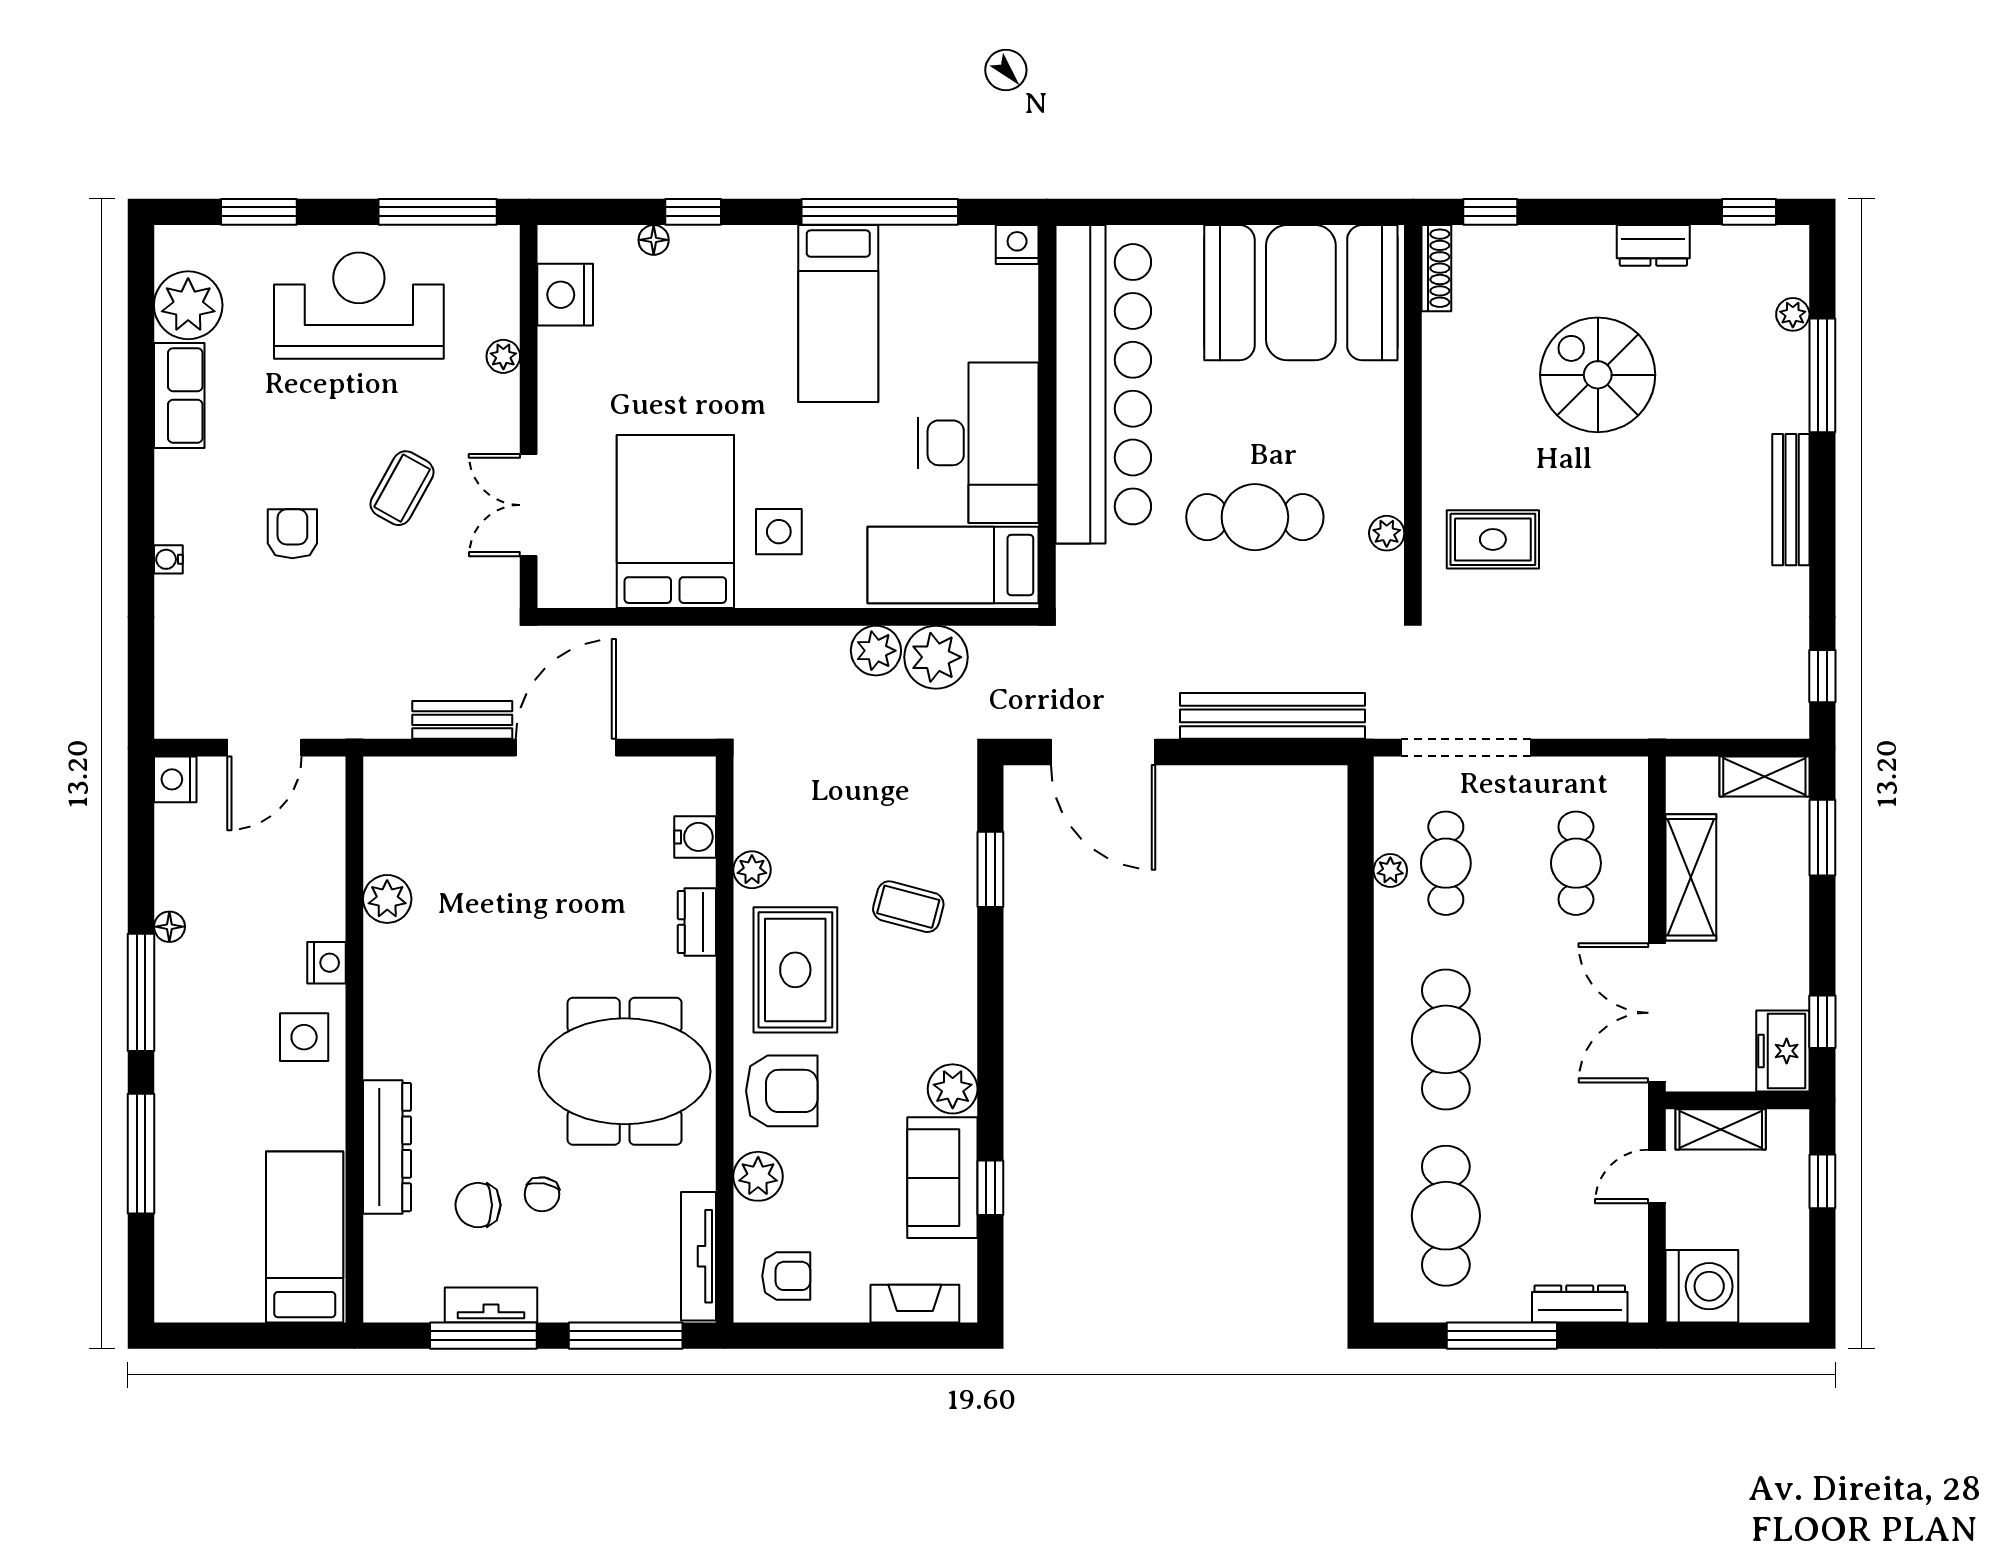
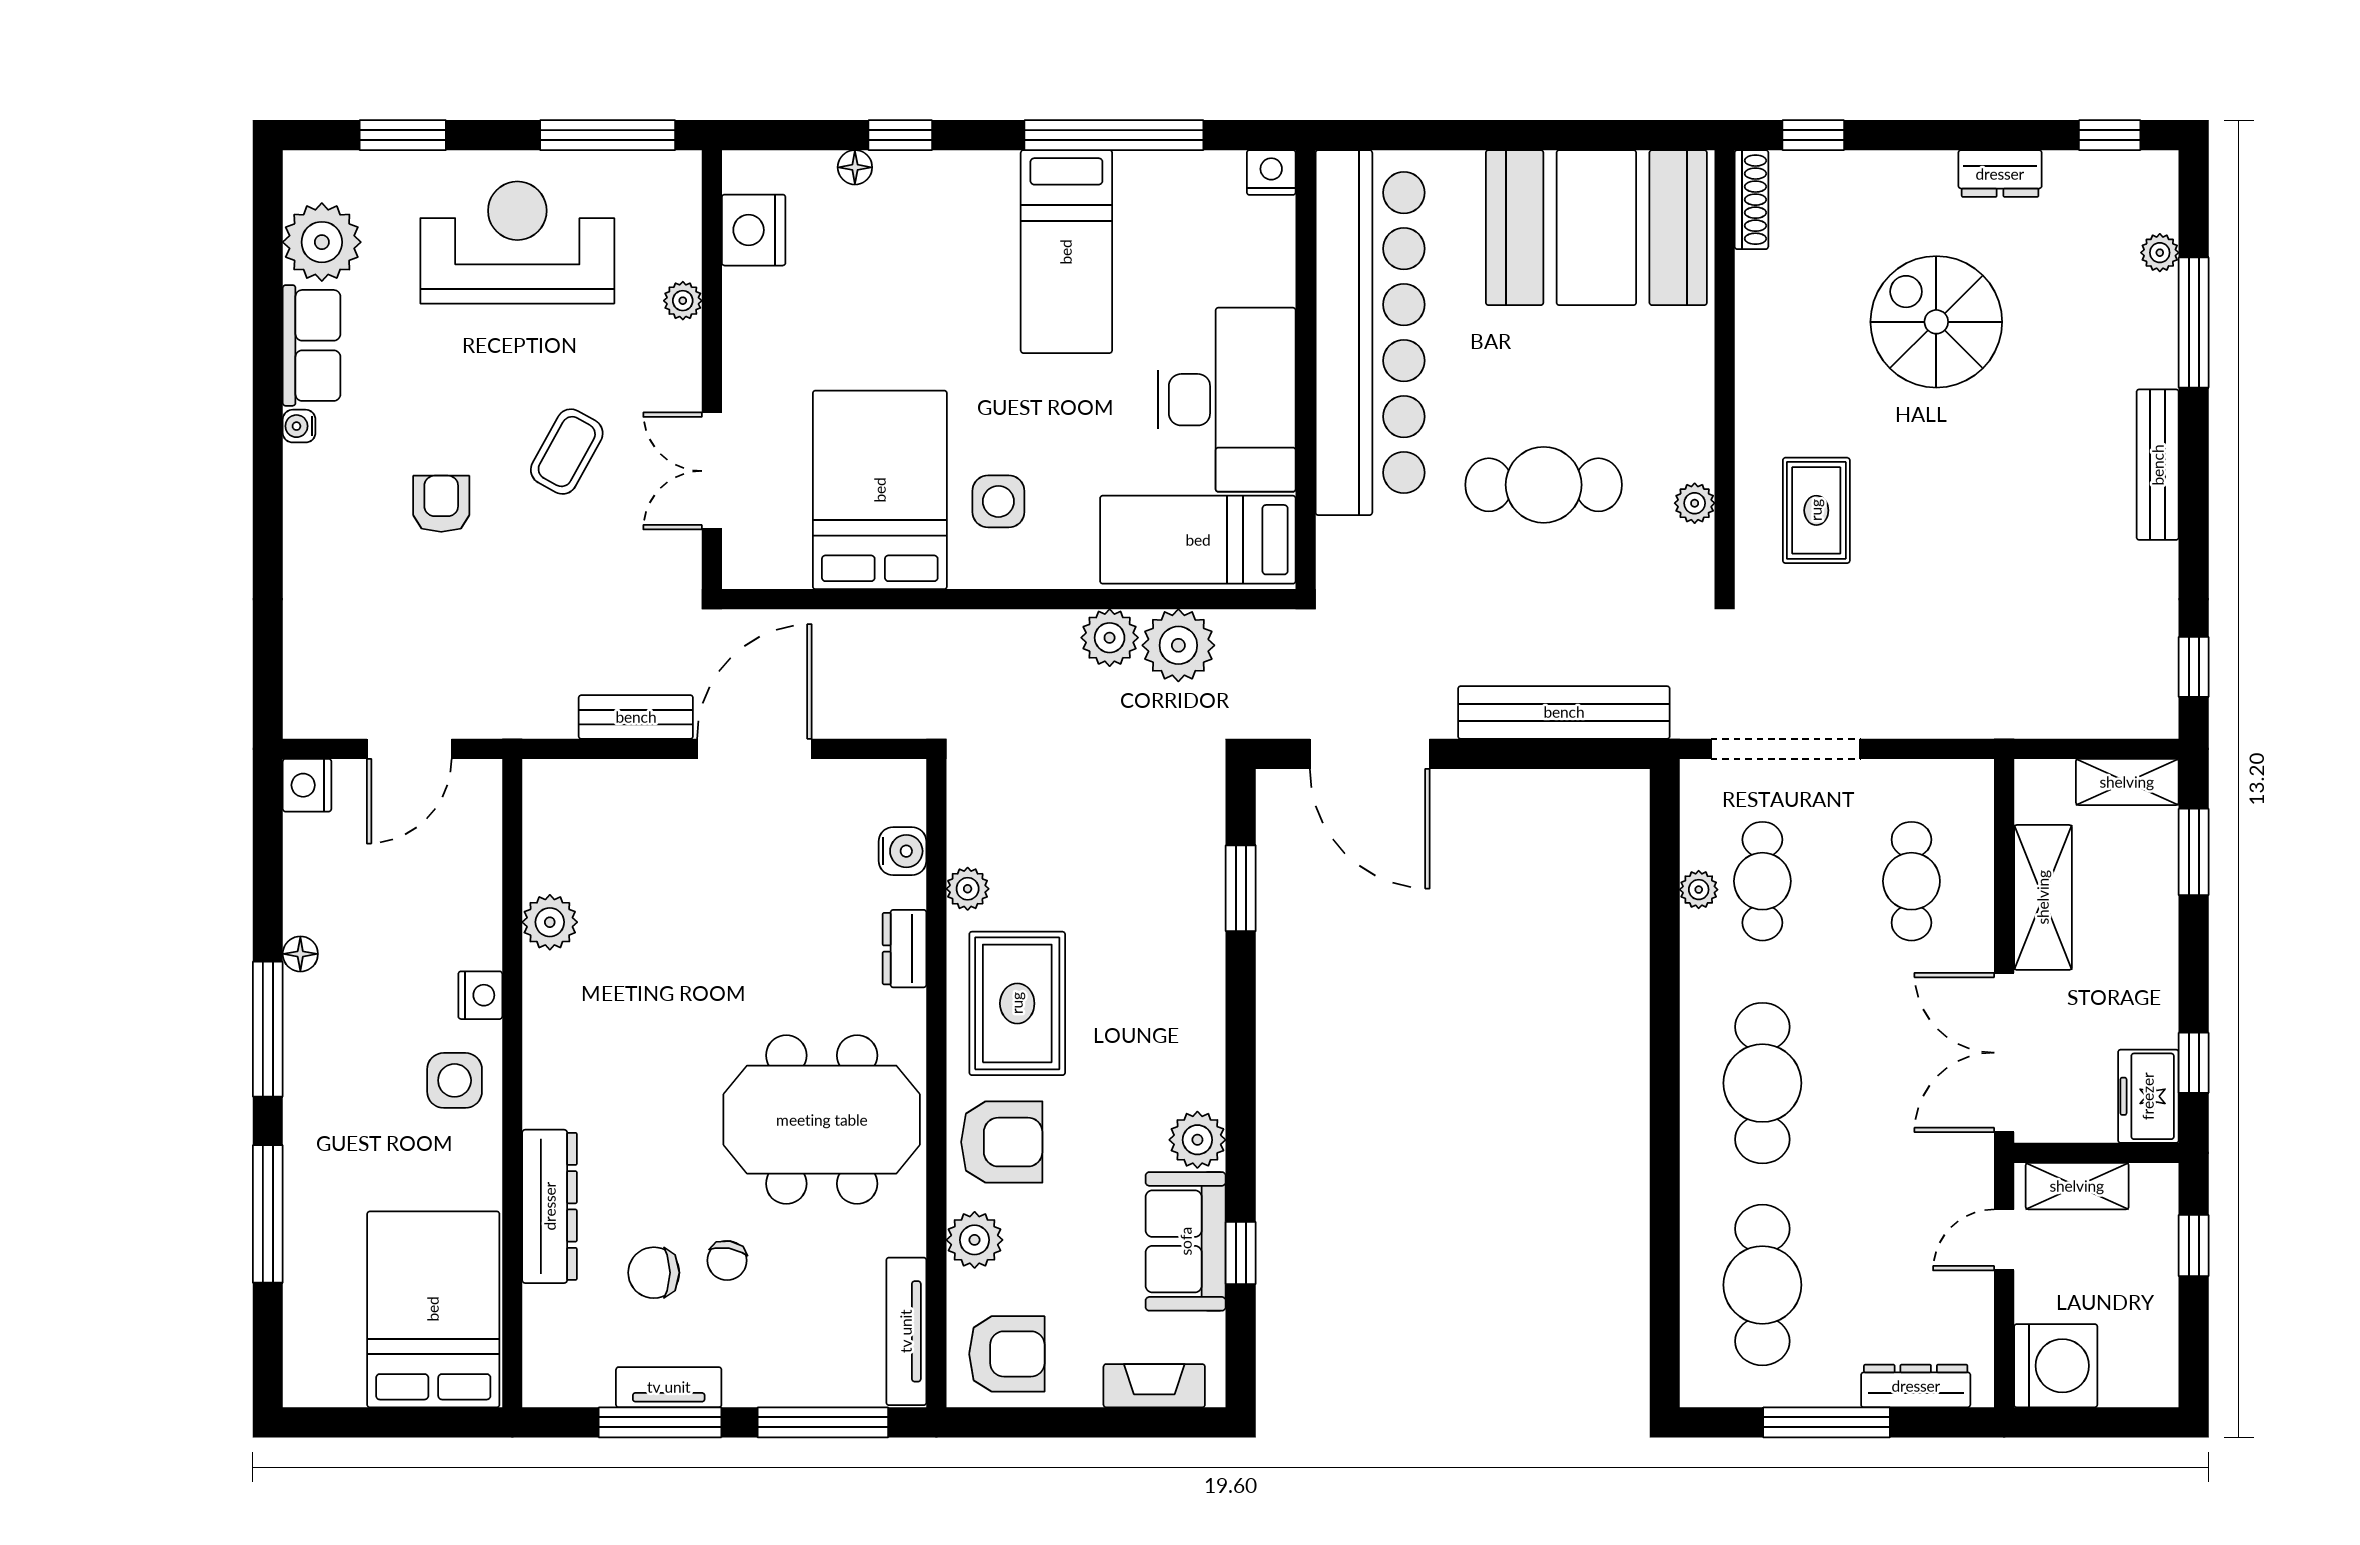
rug: (1493, 539) -> (1816, 510), turned 90
water cooler: (168, 559) -> (299, 426), moved
coffee table: (908, 907) -> (1147, 931), removed
bed: (305, 1237) -> (433, 1309), width x1.50
armchair: (786, 1276) -> (1007, 1354), width x1.38, depth x1.38

